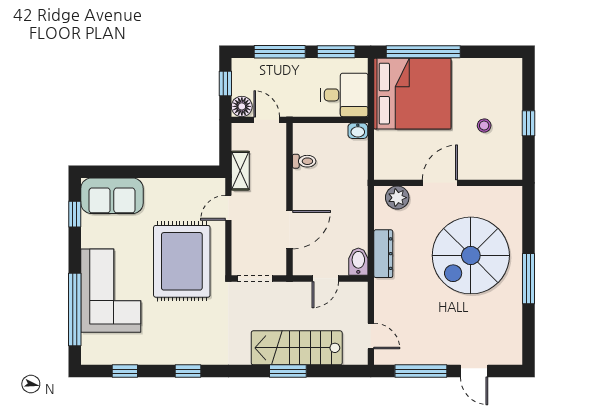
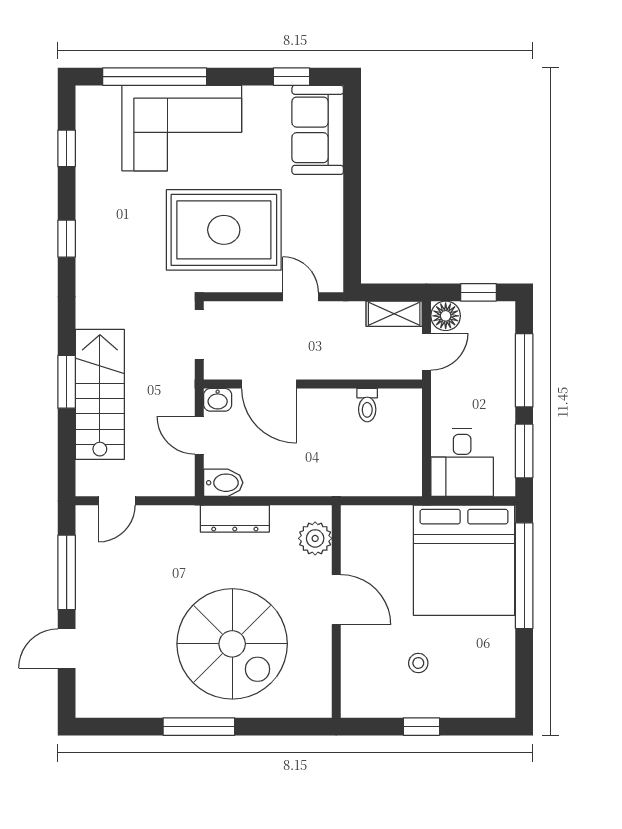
washbasin: (358, 131) -> (218, 400), moved, turned -90
shelving: (240, 171) -> (394, 314), moved
spiral stairs: (471, 255) -> (232, 644), turned 180

